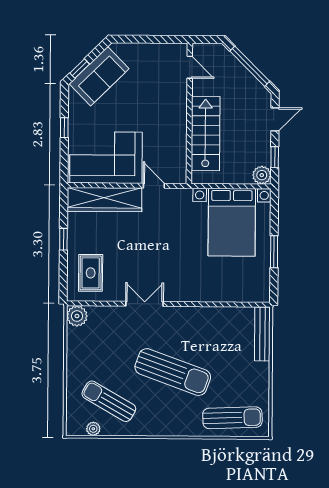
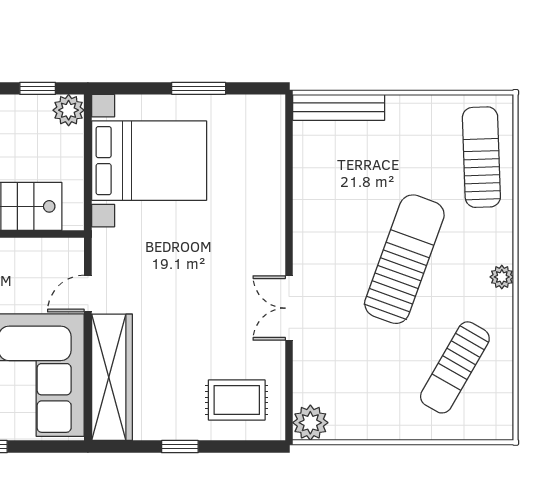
plant: (93, 429) -> (502, 277), moved

